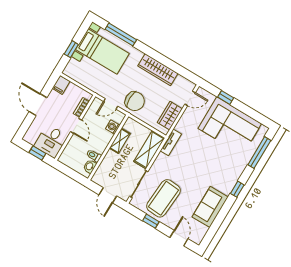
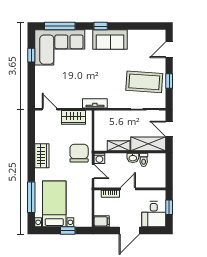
wardrobe: (158, 70) -> (42, 156), width x0.67
window: (226, 97) -> (31, 55), moved
corner sofa: (230, 126) -> (60, 47), moved, turned 90
washing machine: (113, 127) -> (99, 158), moved
desk: (51, 141) -> (154, 214), moved, turned 90
shelving: (149, 150) -> (148, 144), moved
washbasin: (90, 166) -> (133, 158), moved
door: (108, 195) -> (169, 129), swing flipped
sofa: (210, 207) -> (110, 40), moved

